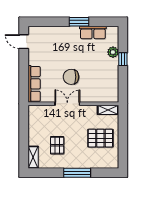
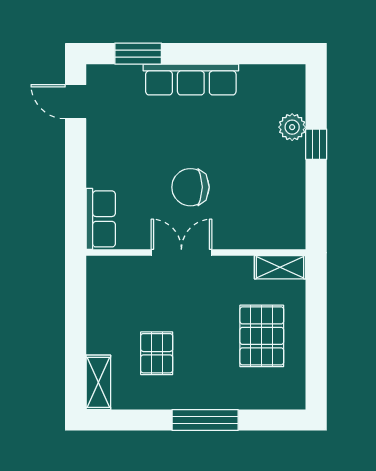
window: (79, 22) -> (138, 54), moved
row of seats: (93, 32) -> (191, 80), moved, width x1.48
row of seats: (34, 84) -> (101, 219), width x0.68
pallet: (100, 138) -> (262, 336), turned 90

